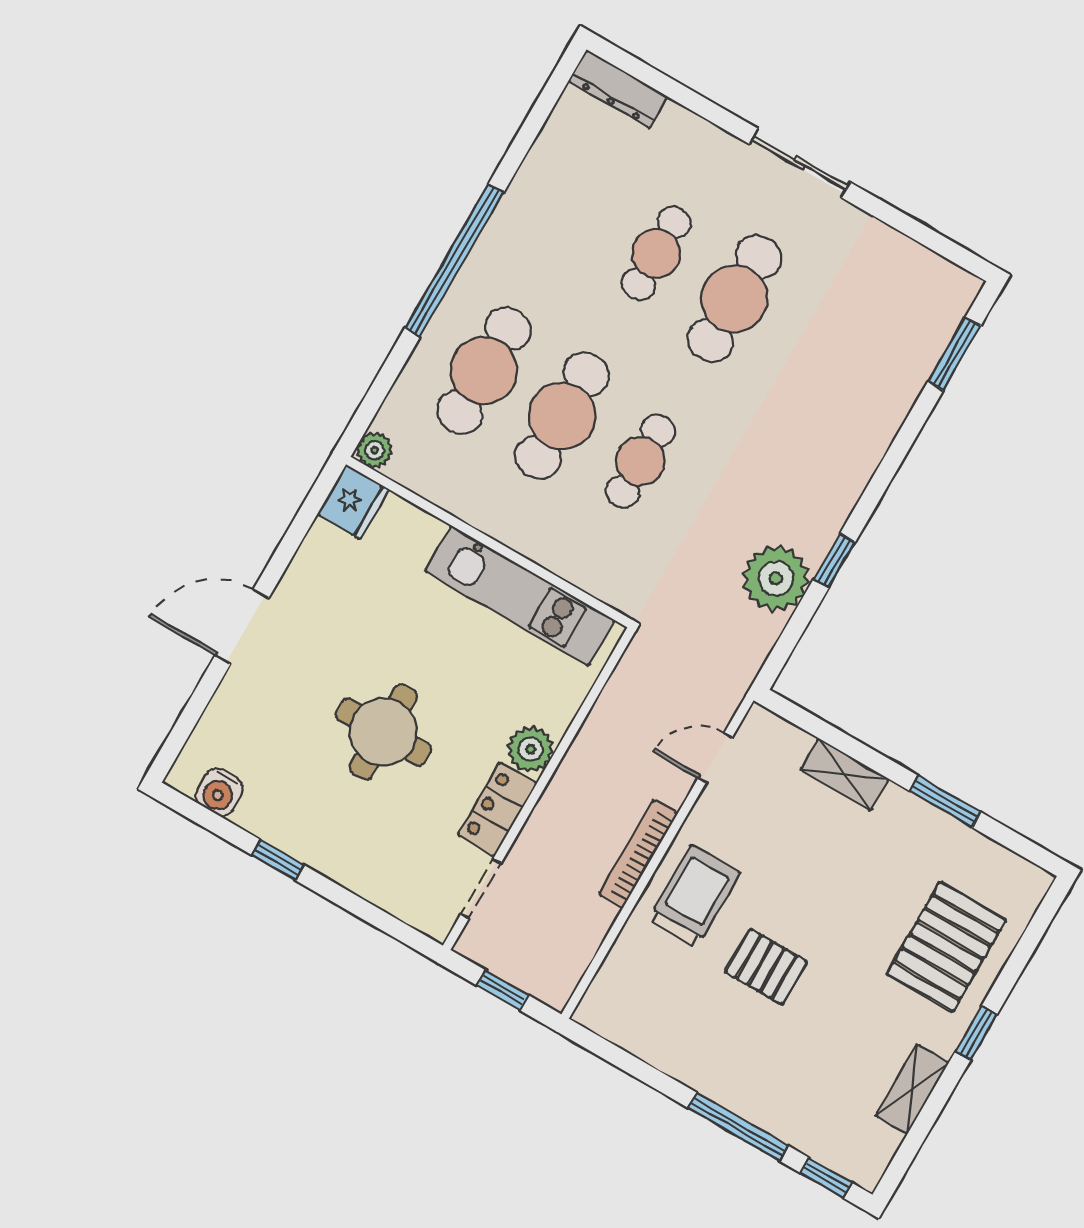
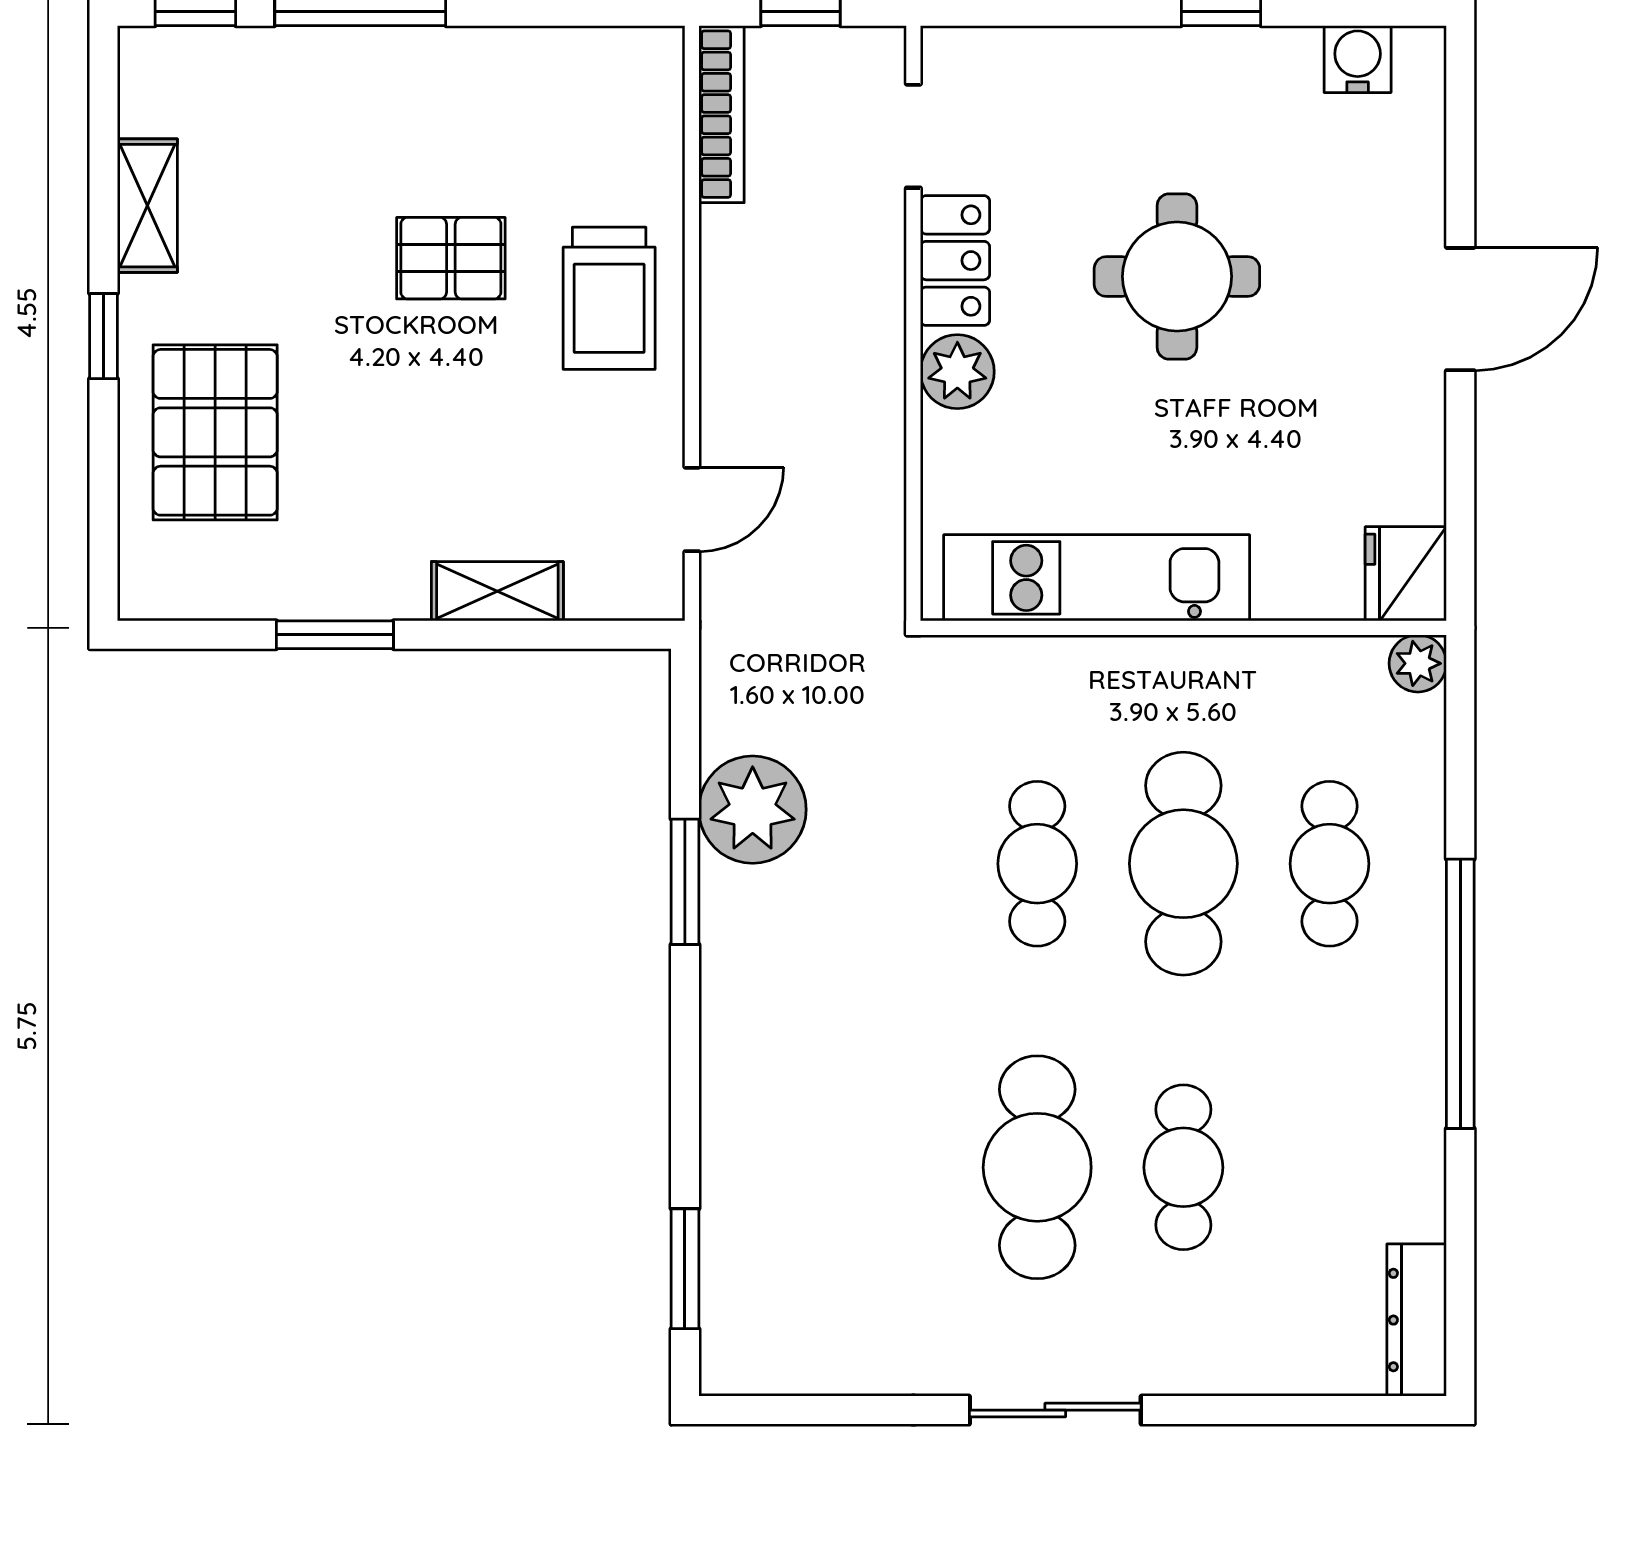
dresser: (618, 89) -> (1417, 1320), moved, turned -90
cafe table: (484, 371) -> (1330, 864), width x0.73, depth x0.74
window: (834, 561) -> (685, 882), width x1.50
bookcase: (638, 854) -> (721, 114), moved

